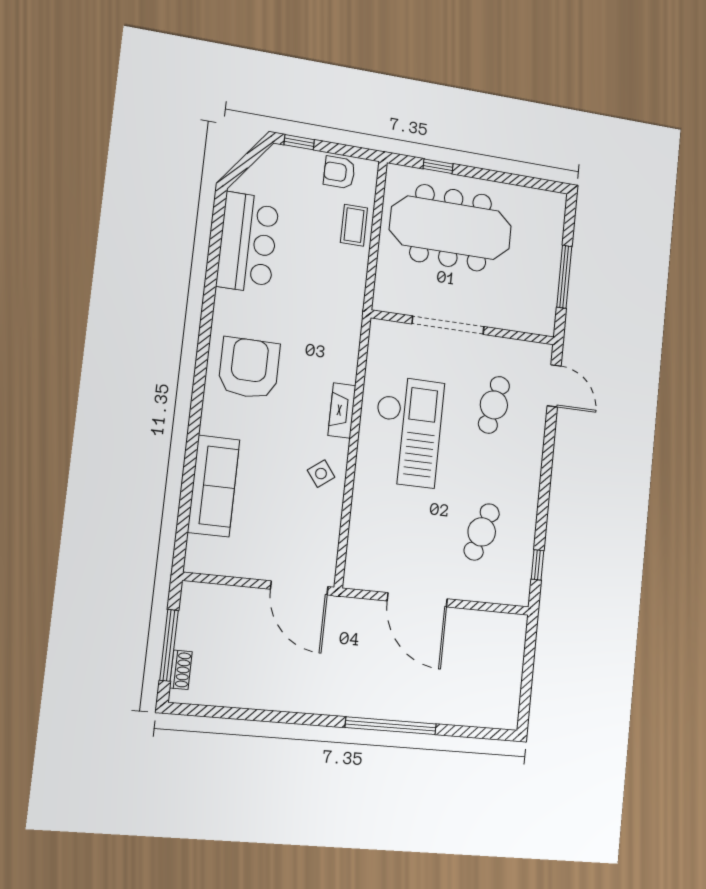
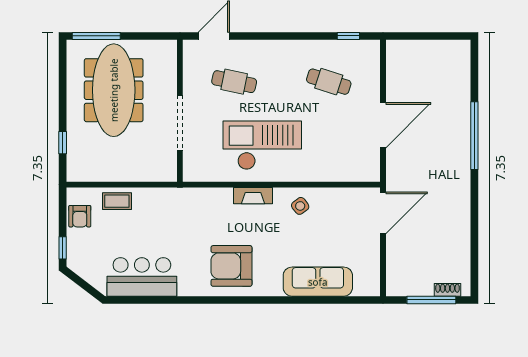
meeting table: (451, 228) -> (114, 90), moved
window: (564, 277) -> (96, 36), moved

